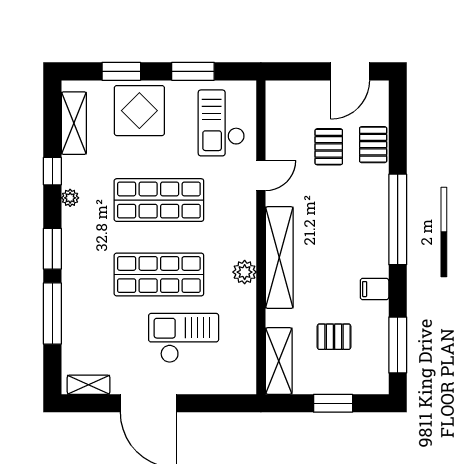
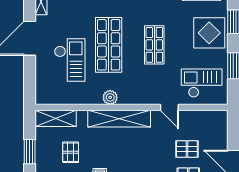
shop shelf: (159, 200) -> (154, 45), width x0.70, depth x0.74

